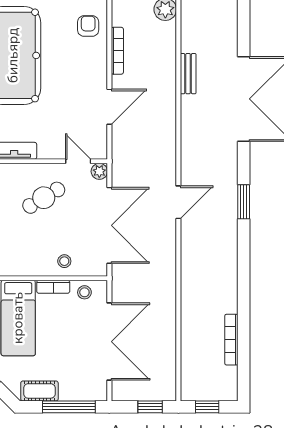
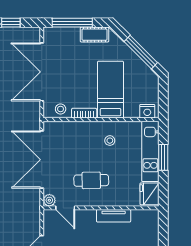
cafe table: (44, 198) -> (91, 180), turned 30
stool: (64, 261) -> (110, 141), moved

